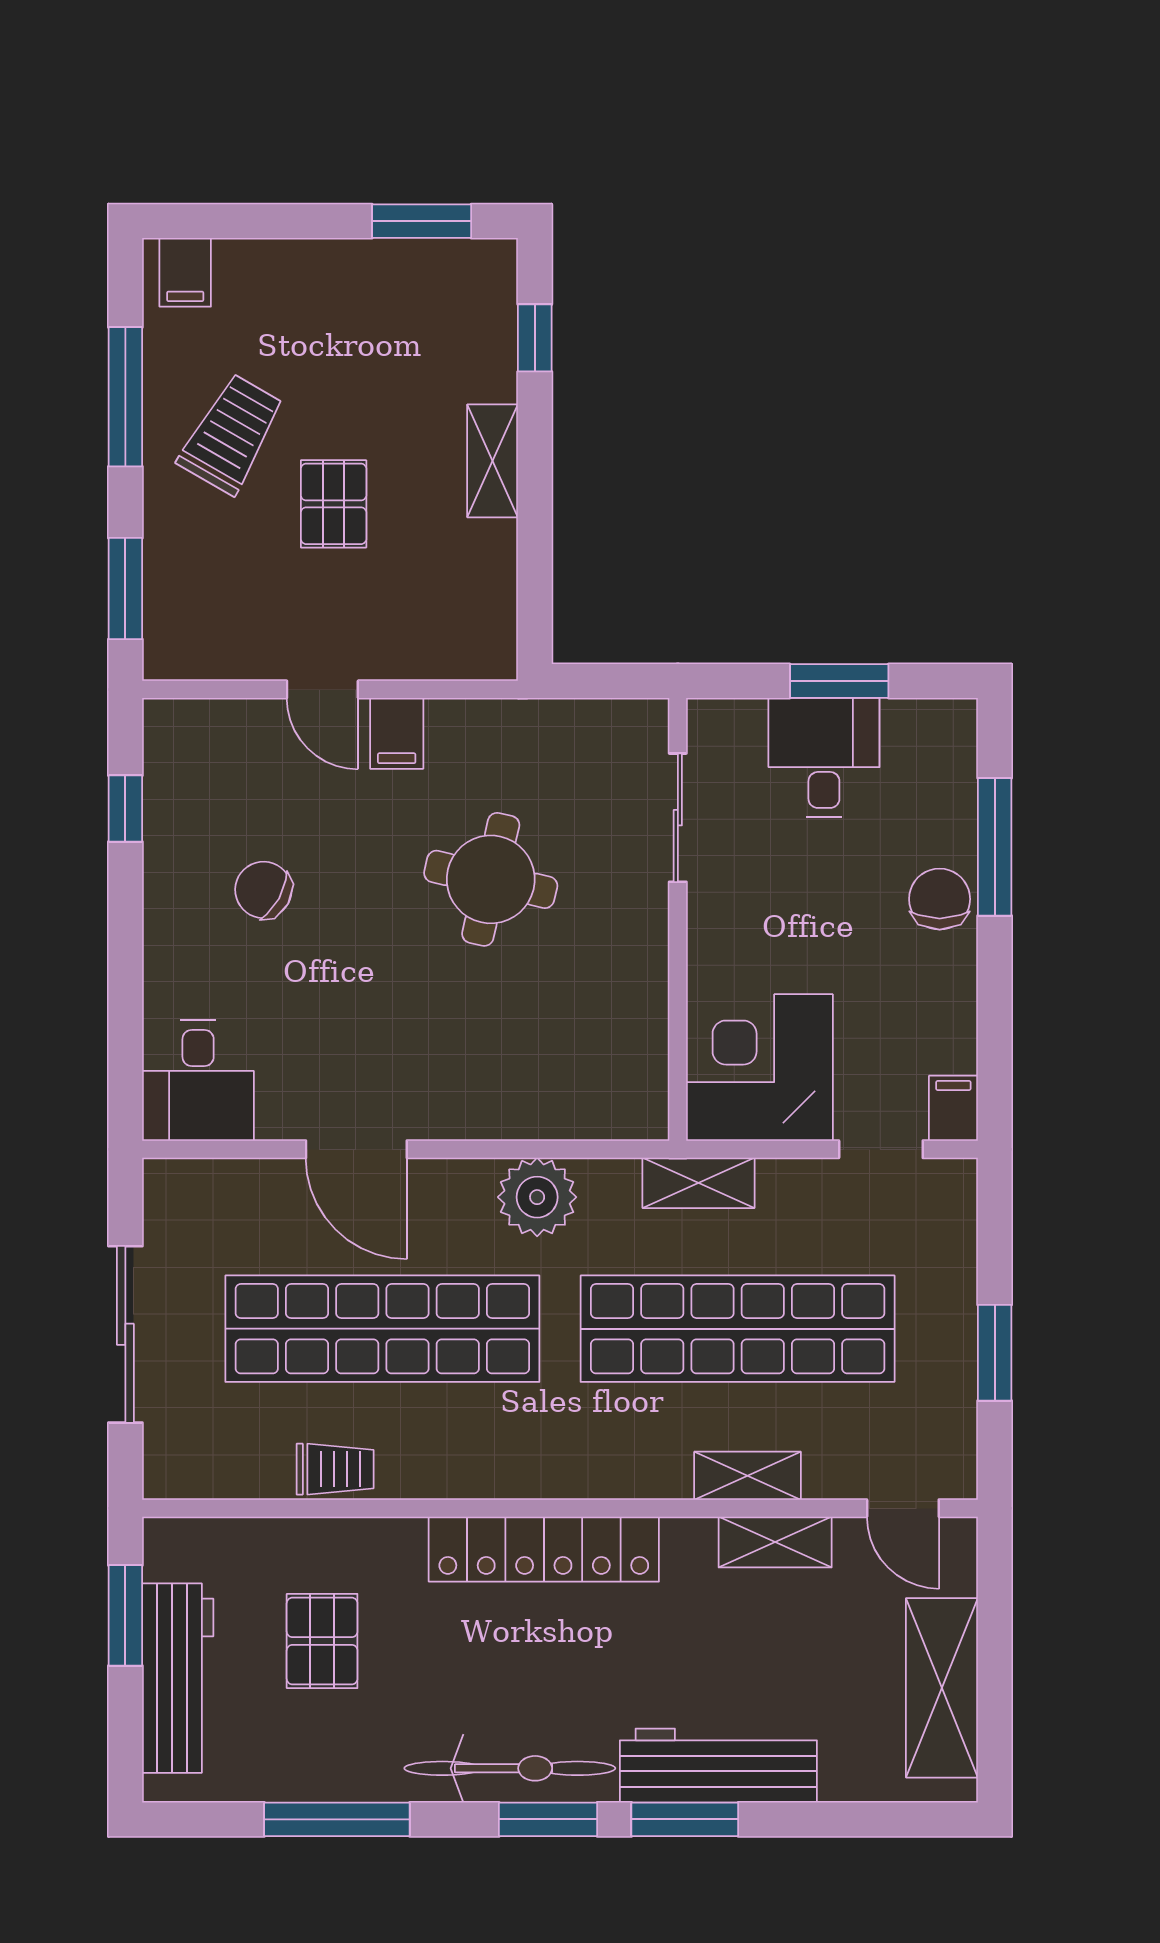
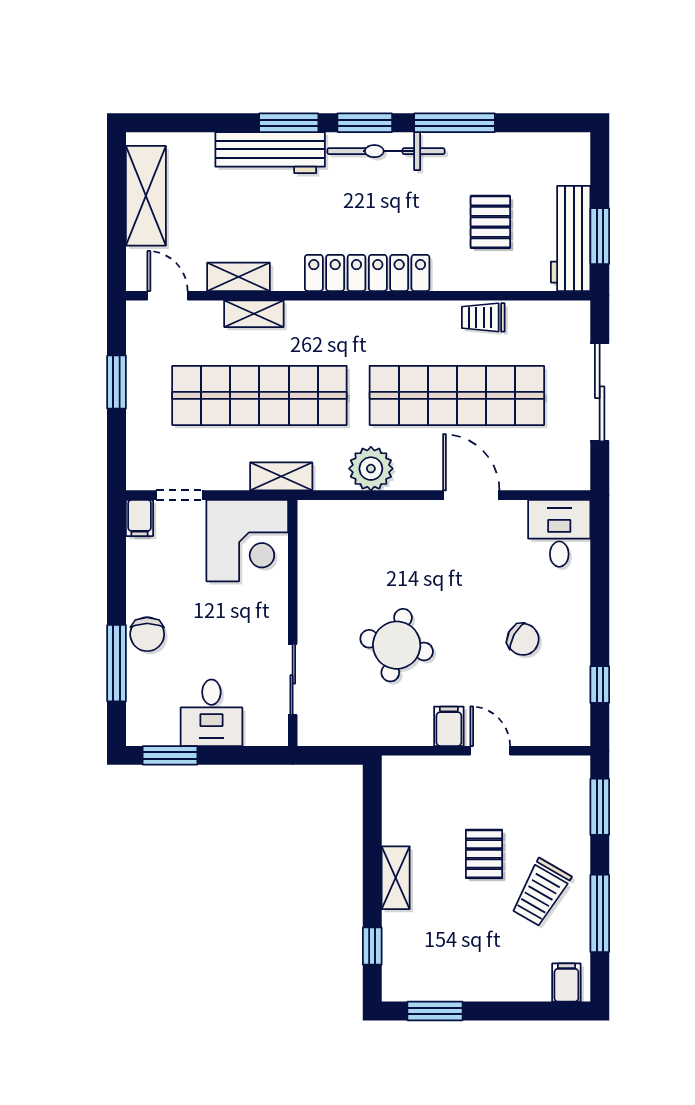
window: (839, 681) -> (170, 755), moved
workbench: (178, 1678) -> (571, 238), moved
window: (337, 1819) -> (454, 123), moved

